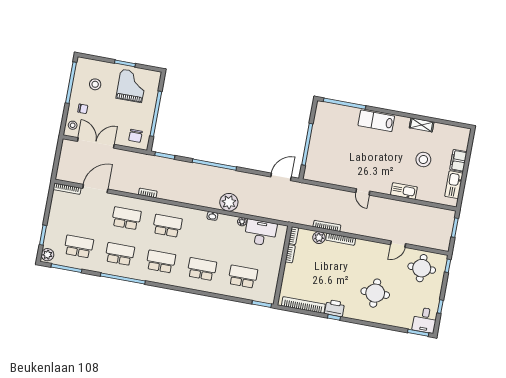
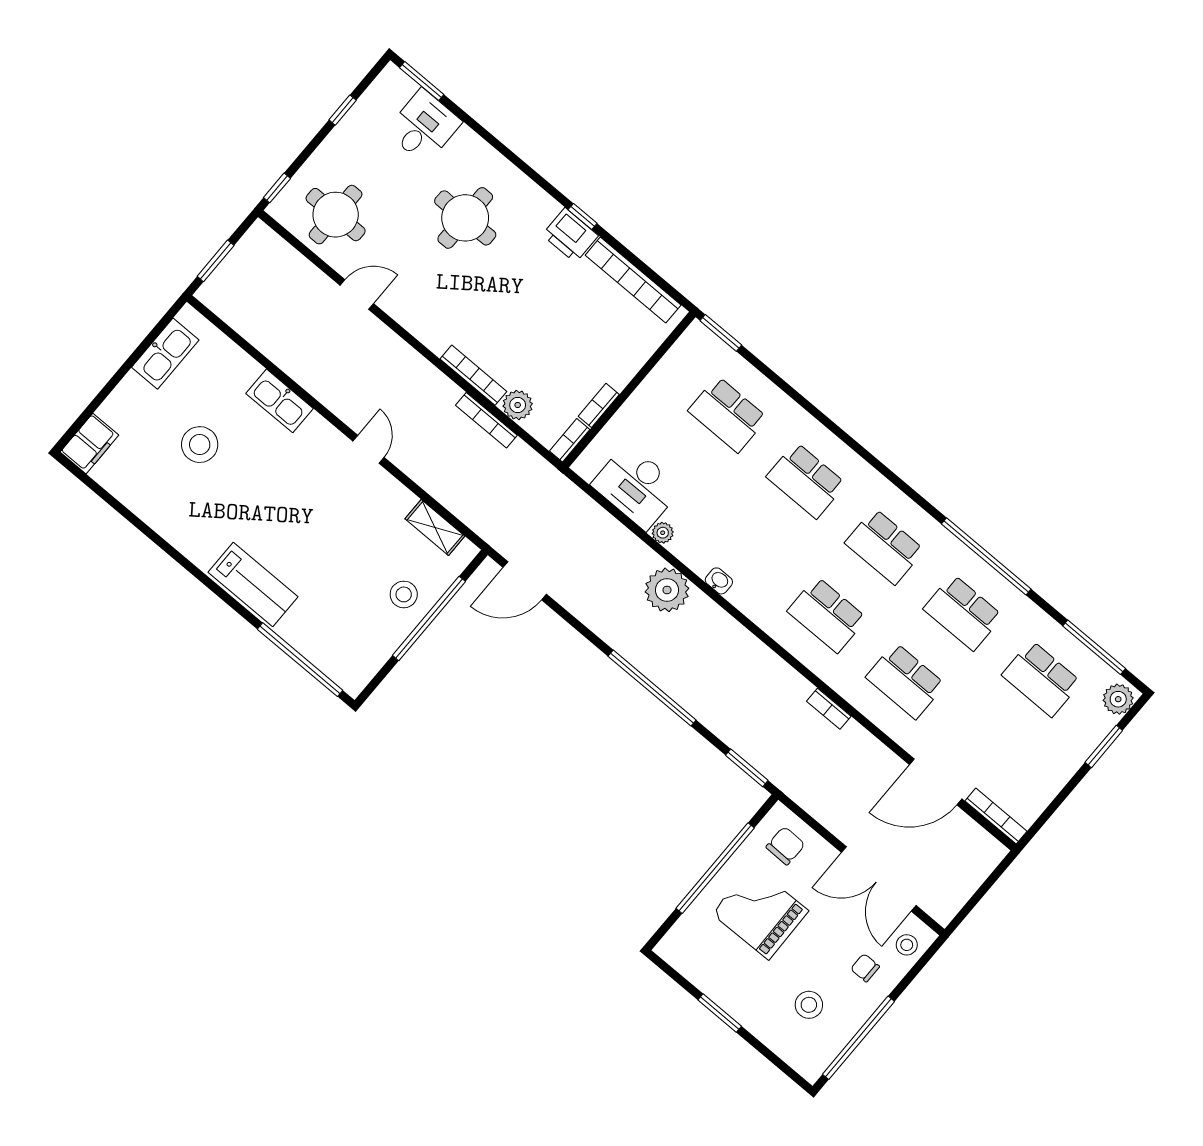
grand piano: (131, 86) -> (760, 912), moved, turned 89
shelving: (422, 125) -> (435, 527), moved
stool: (321, 148) -> (404, 594), added
filing cabinet: (458, 161) -> (89, 444), moved
desk: (425, 320) -> (424, 127), moved

